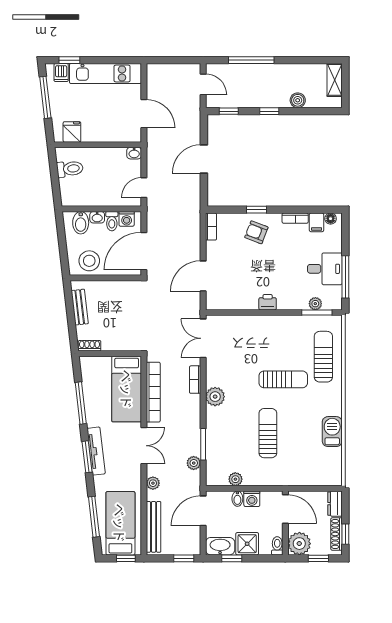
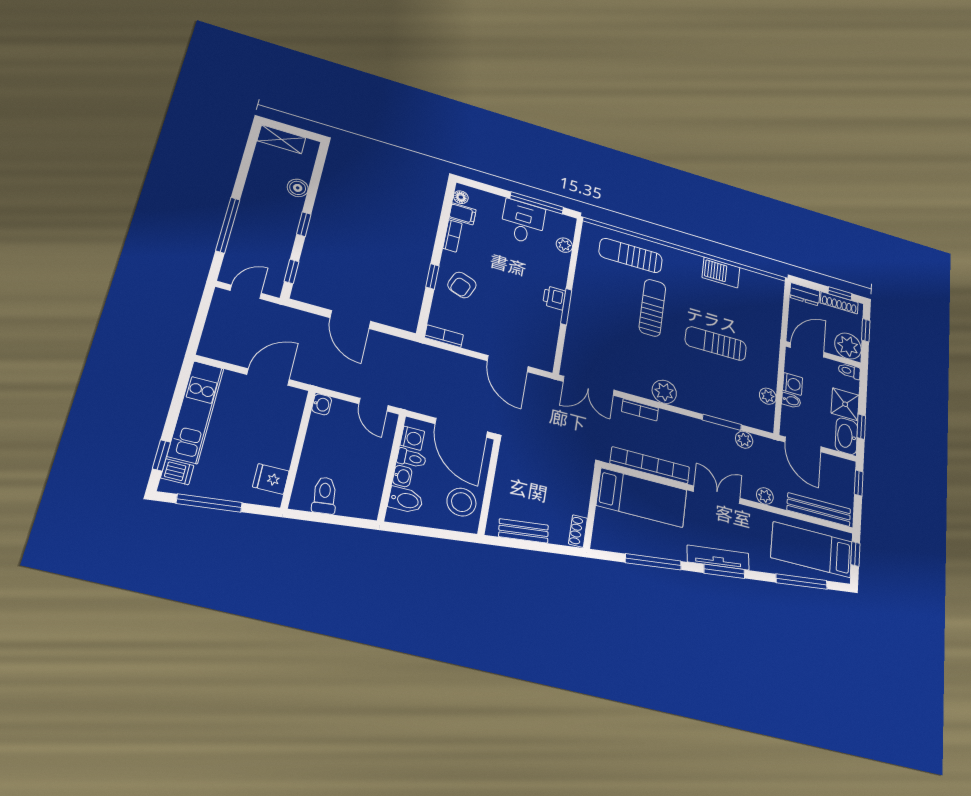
window: (317, 312) -> (566, 307), moved

